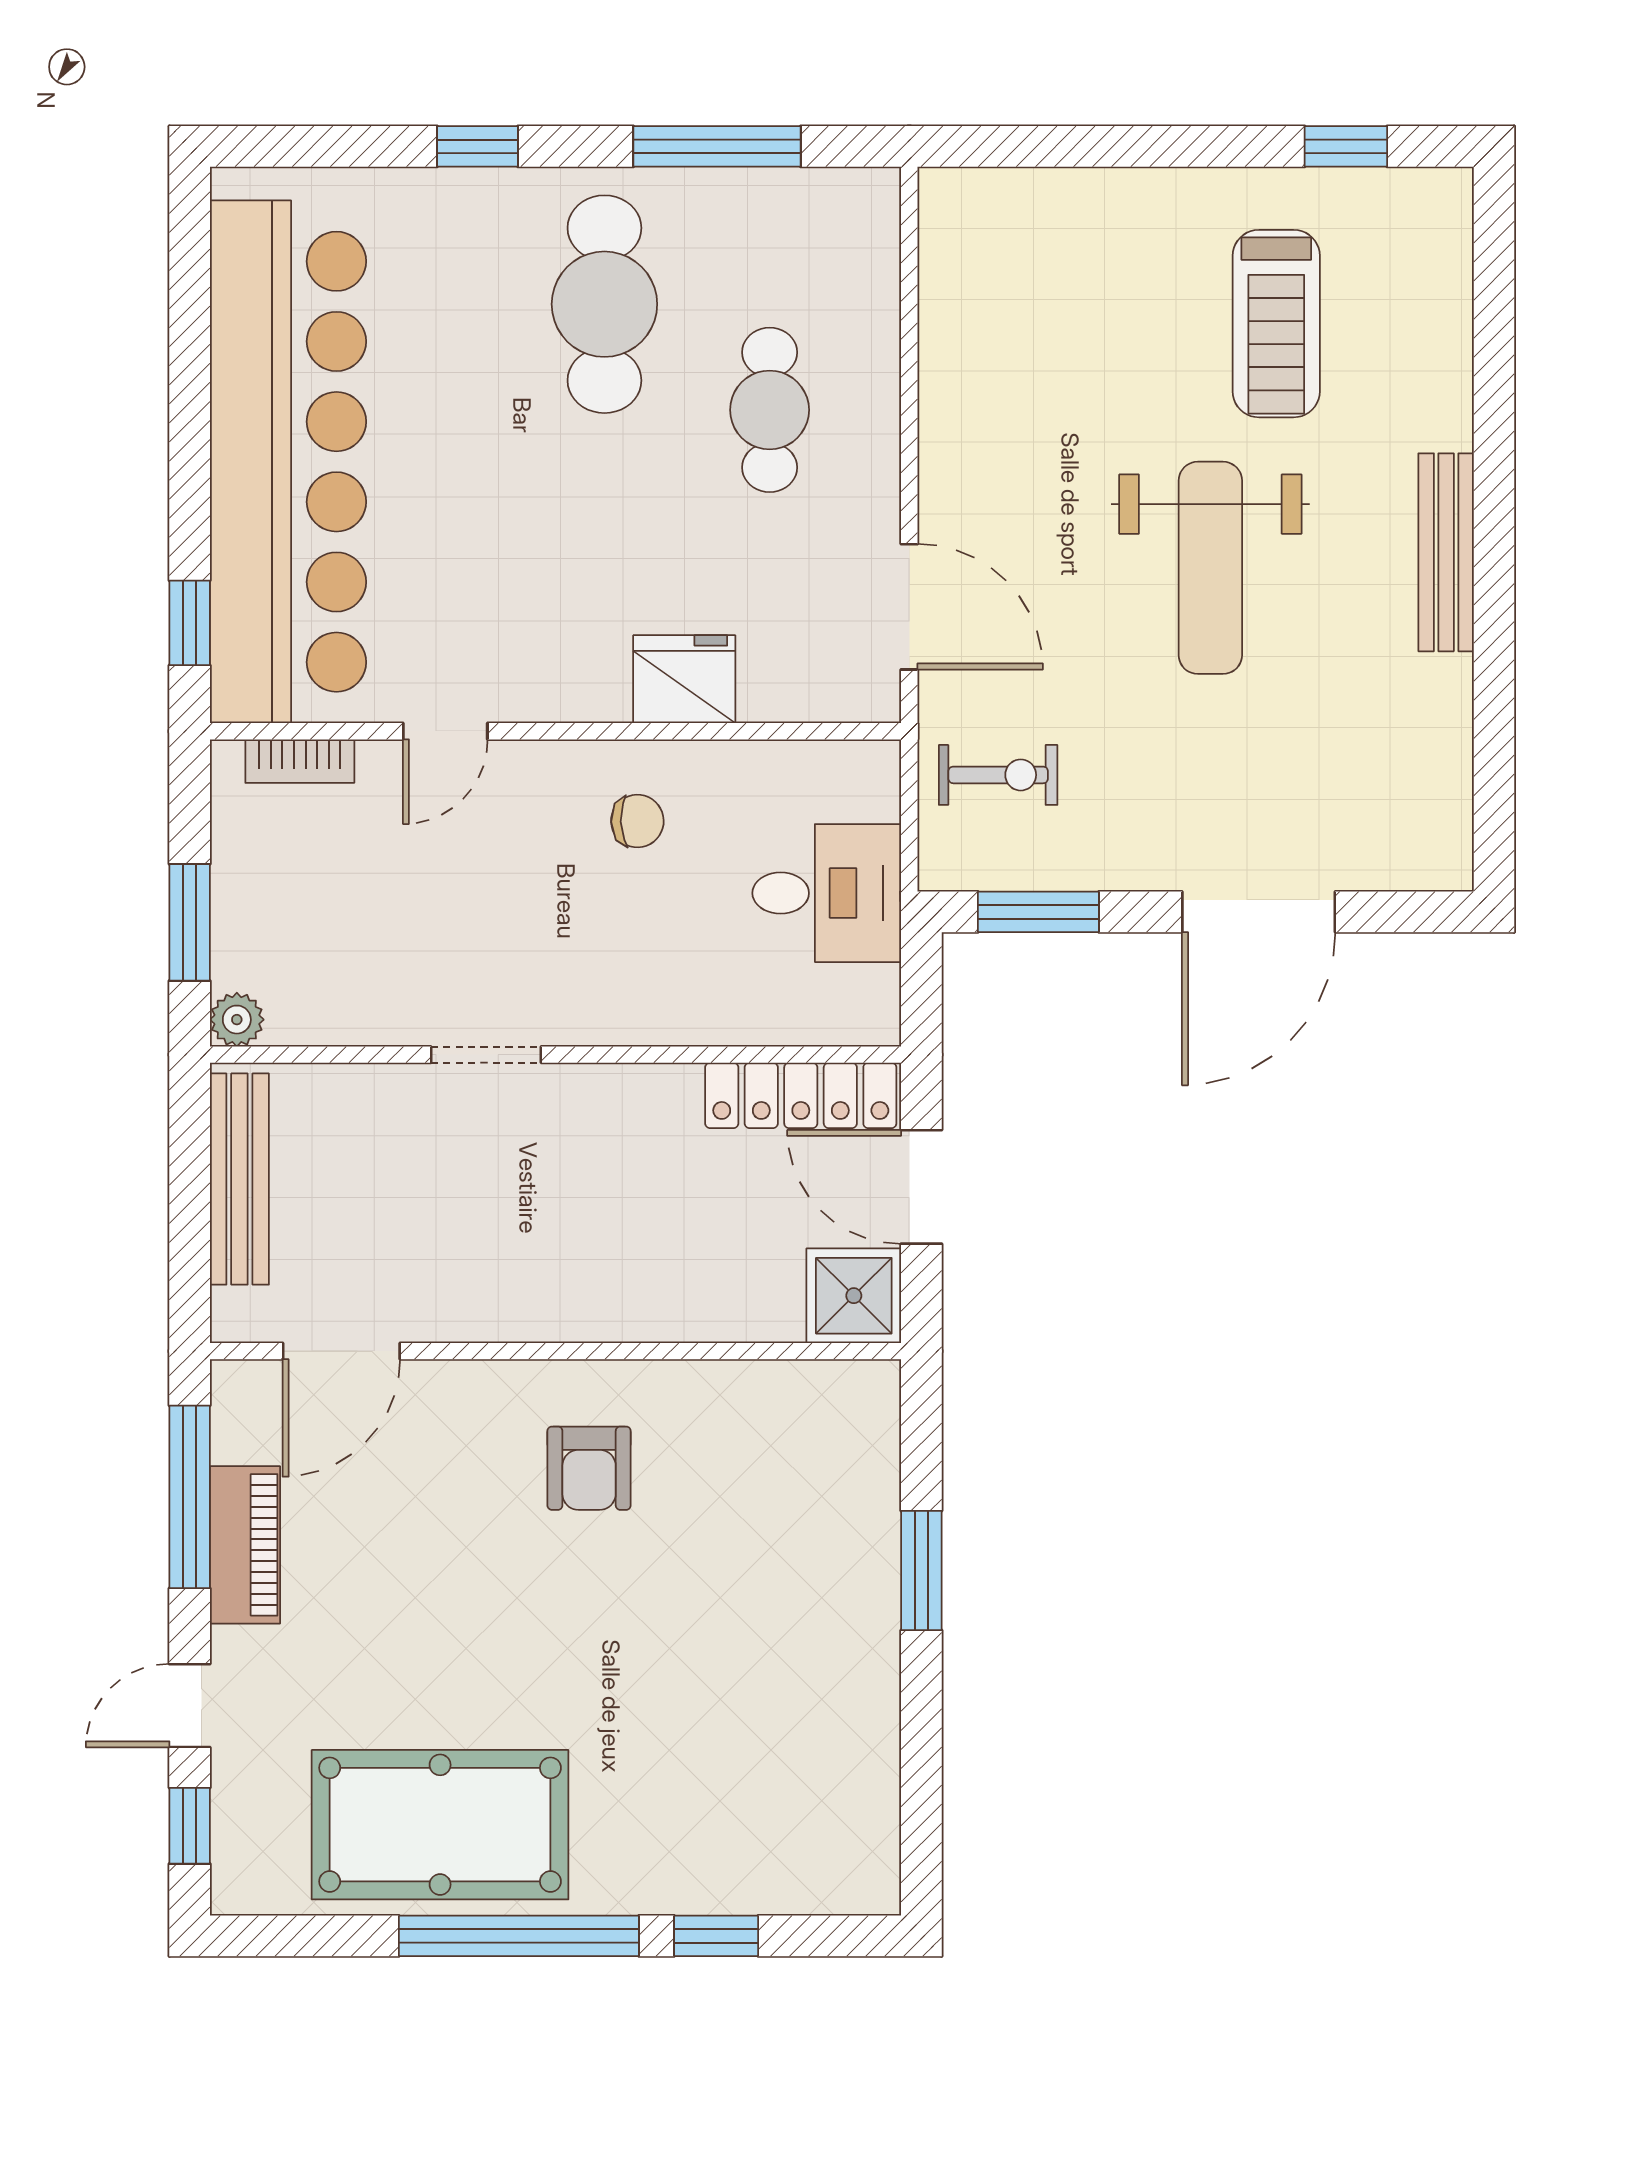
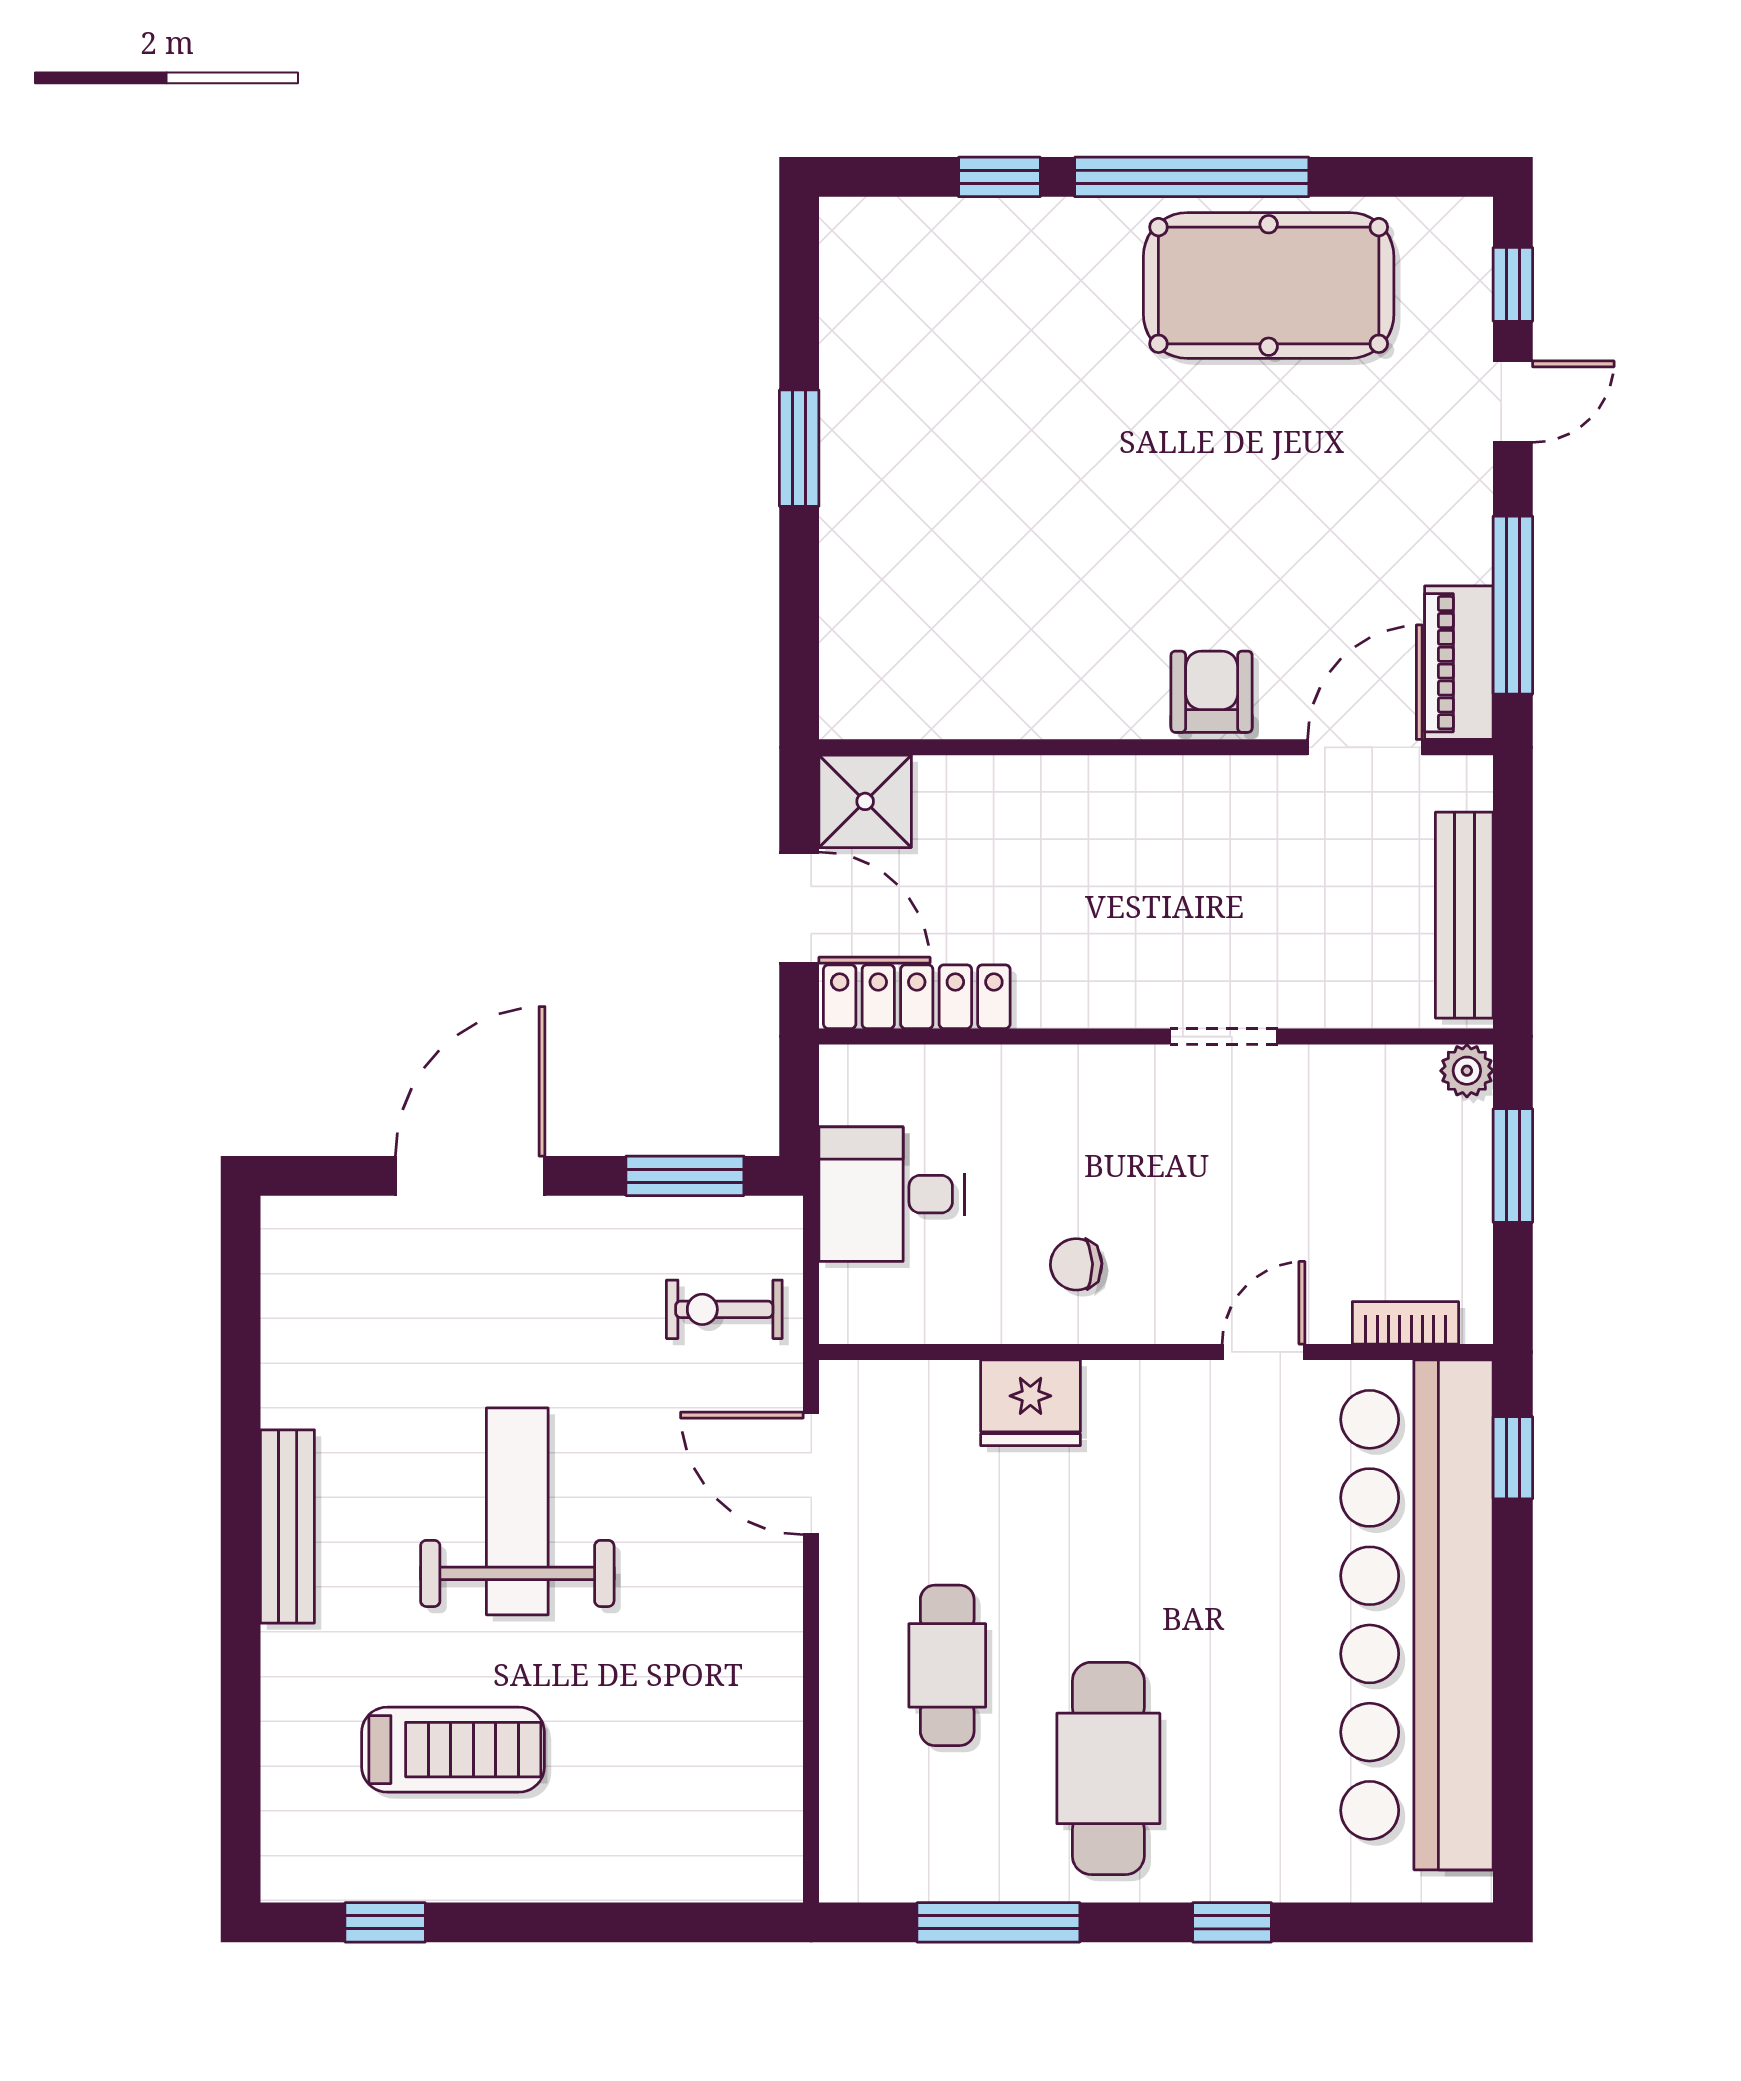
treadmill: (1276, 324) -> (453, 1750), turned 90
armchair: (589, 1468) -> (1212, 692), moved
piano: (245, 1545) -> (1459, 663), moved
window: (921, 1570) -> (799, 448), moved

